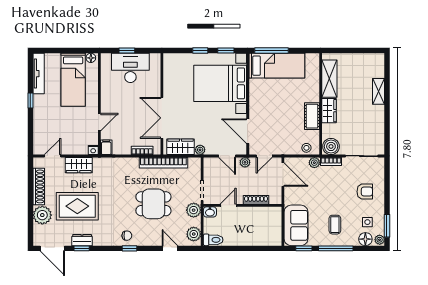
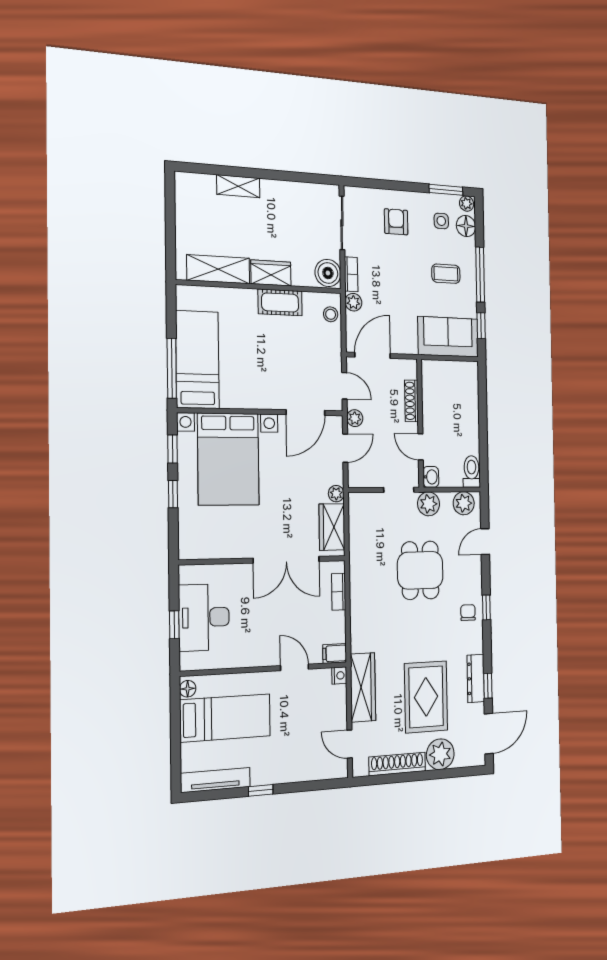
bookcase: (163, 163) -> (357, 555), removed
wardrobe: (79, 165) -> (363, 687), width x1.50
dresser: (82, 240) -> (476, 678), width x1.44

